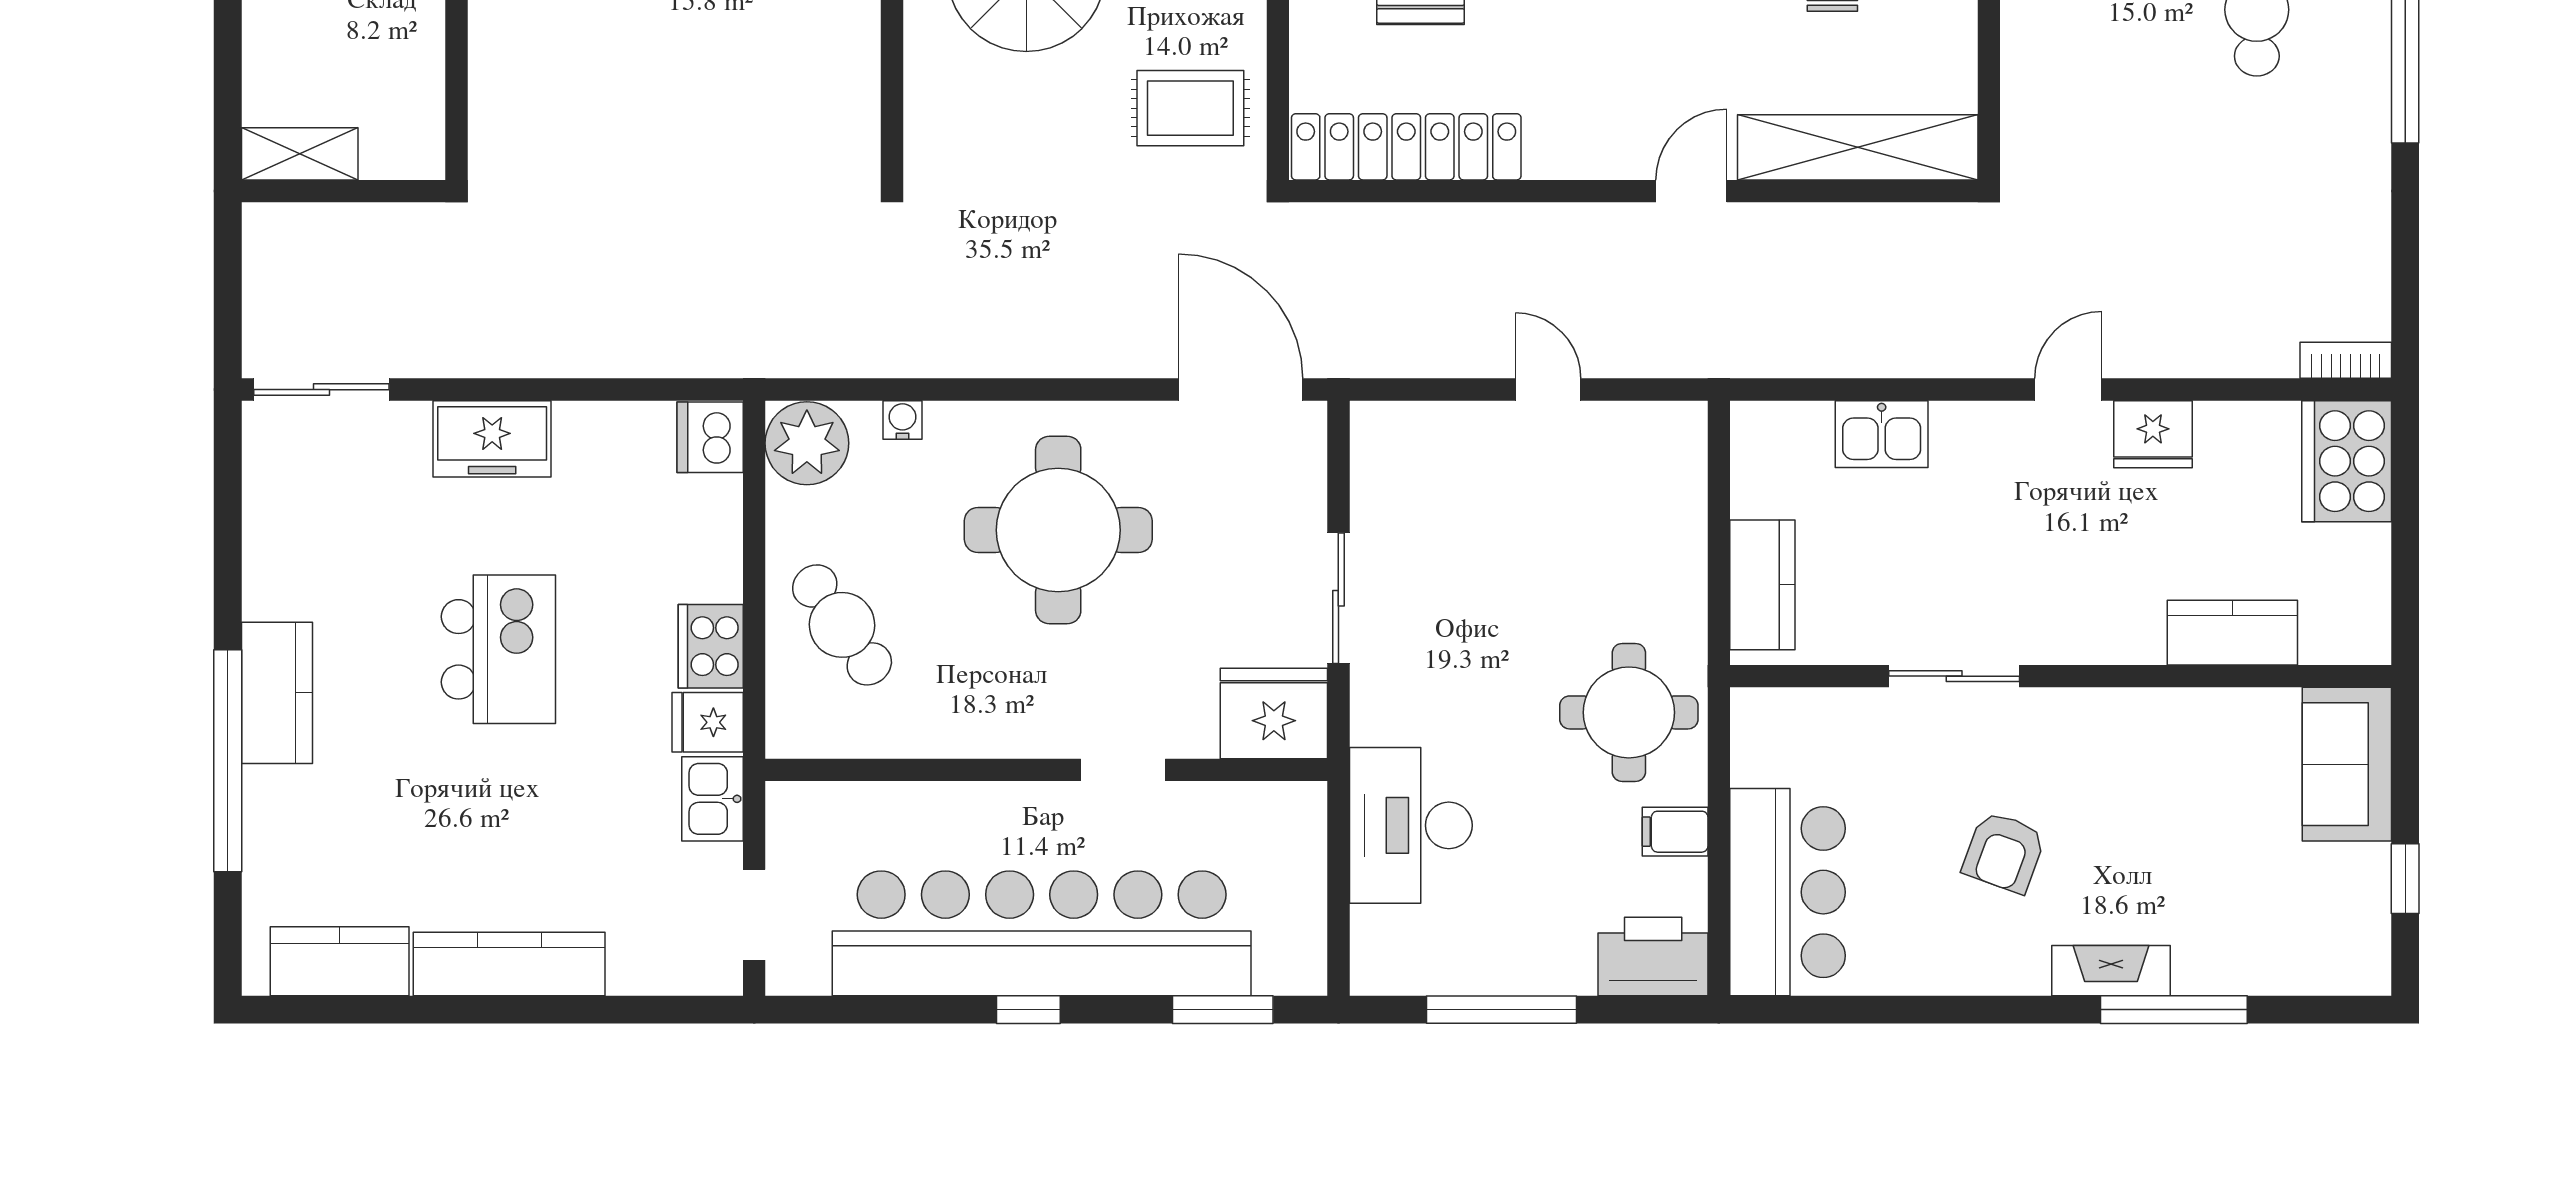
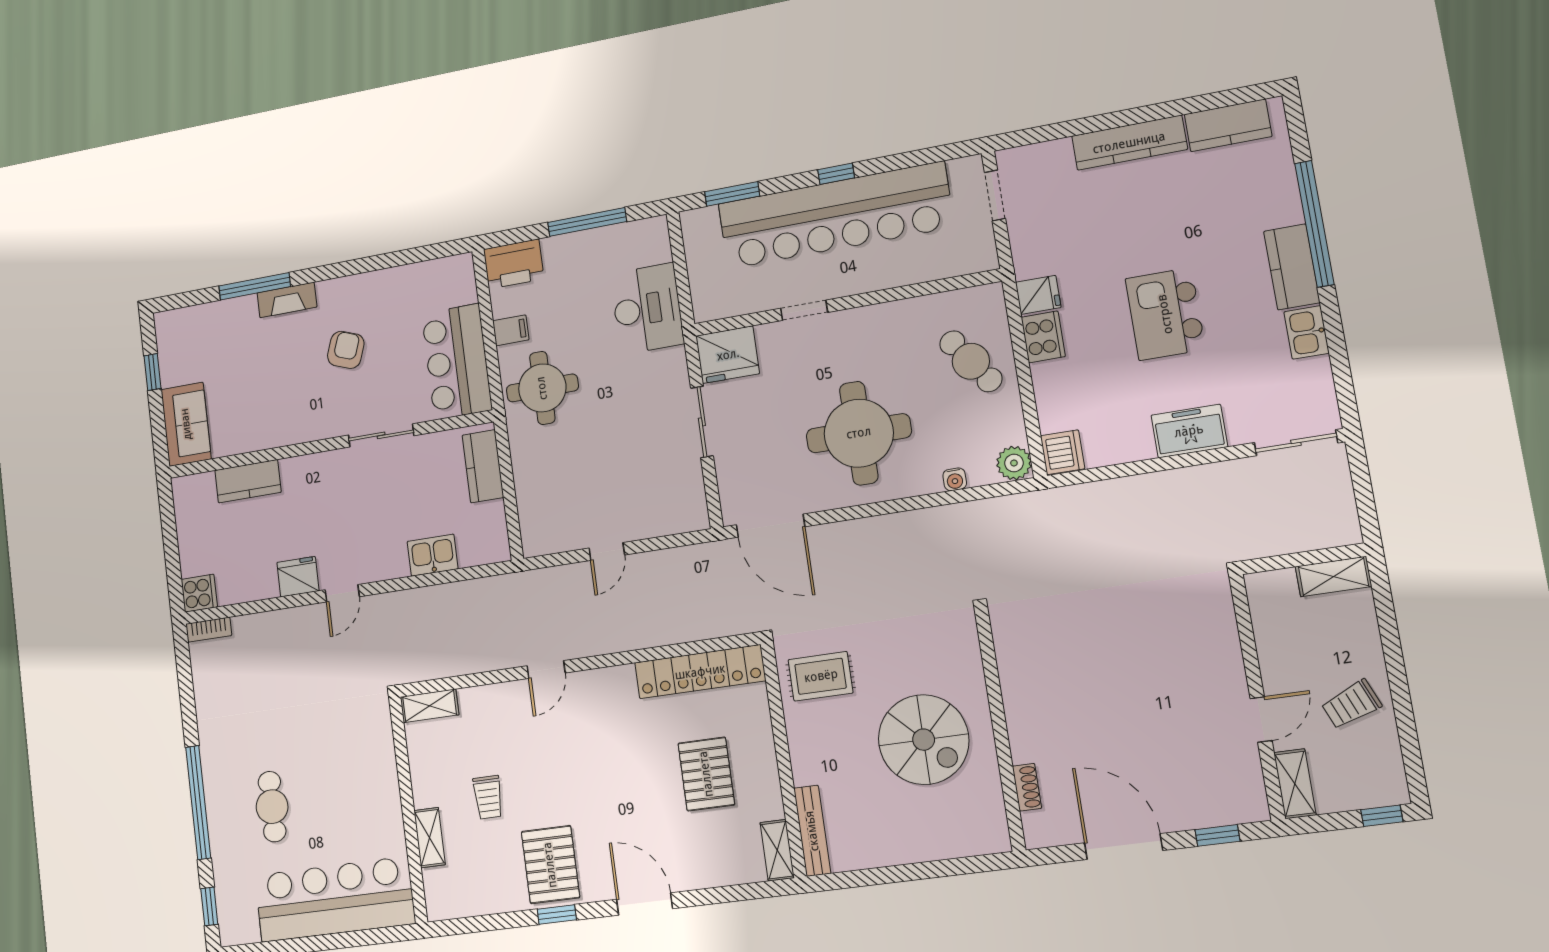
shelving: (1858, 147) -> (430, 706), width x0.45, depth x0.75
door: (1548, 390) -> (607, 552), hinge flipped
plant: (807, 443) -> (1014, 463), width x0.73, depth x0.73
cooker: (2347, 461) -> (199, 593), width x0.53, depth x0.76
kitchen sink: (712, 799) -> (1307, 332), moved, turned 180
bar counter: (1788, 892) -> (457, 362), moved

